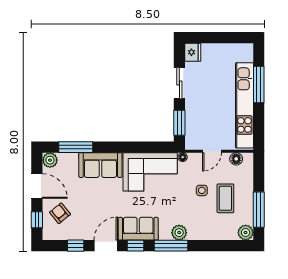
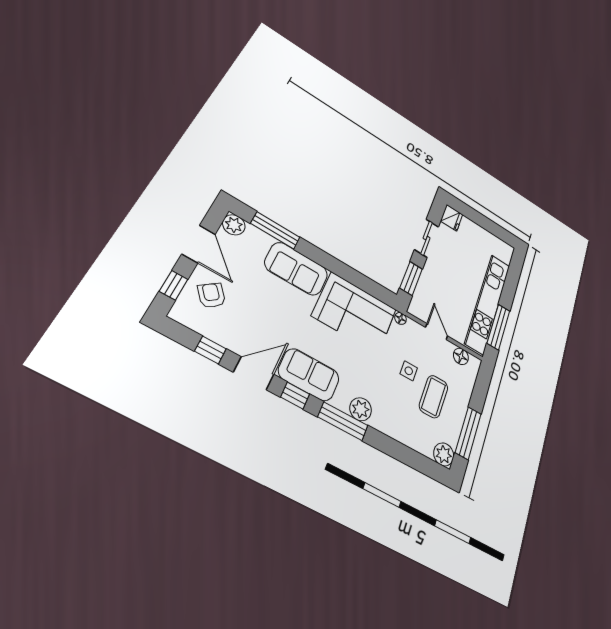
window: (259, 84) -> (498, 327), moved
door: (212, 151) -> (437, 332), swing flipped

